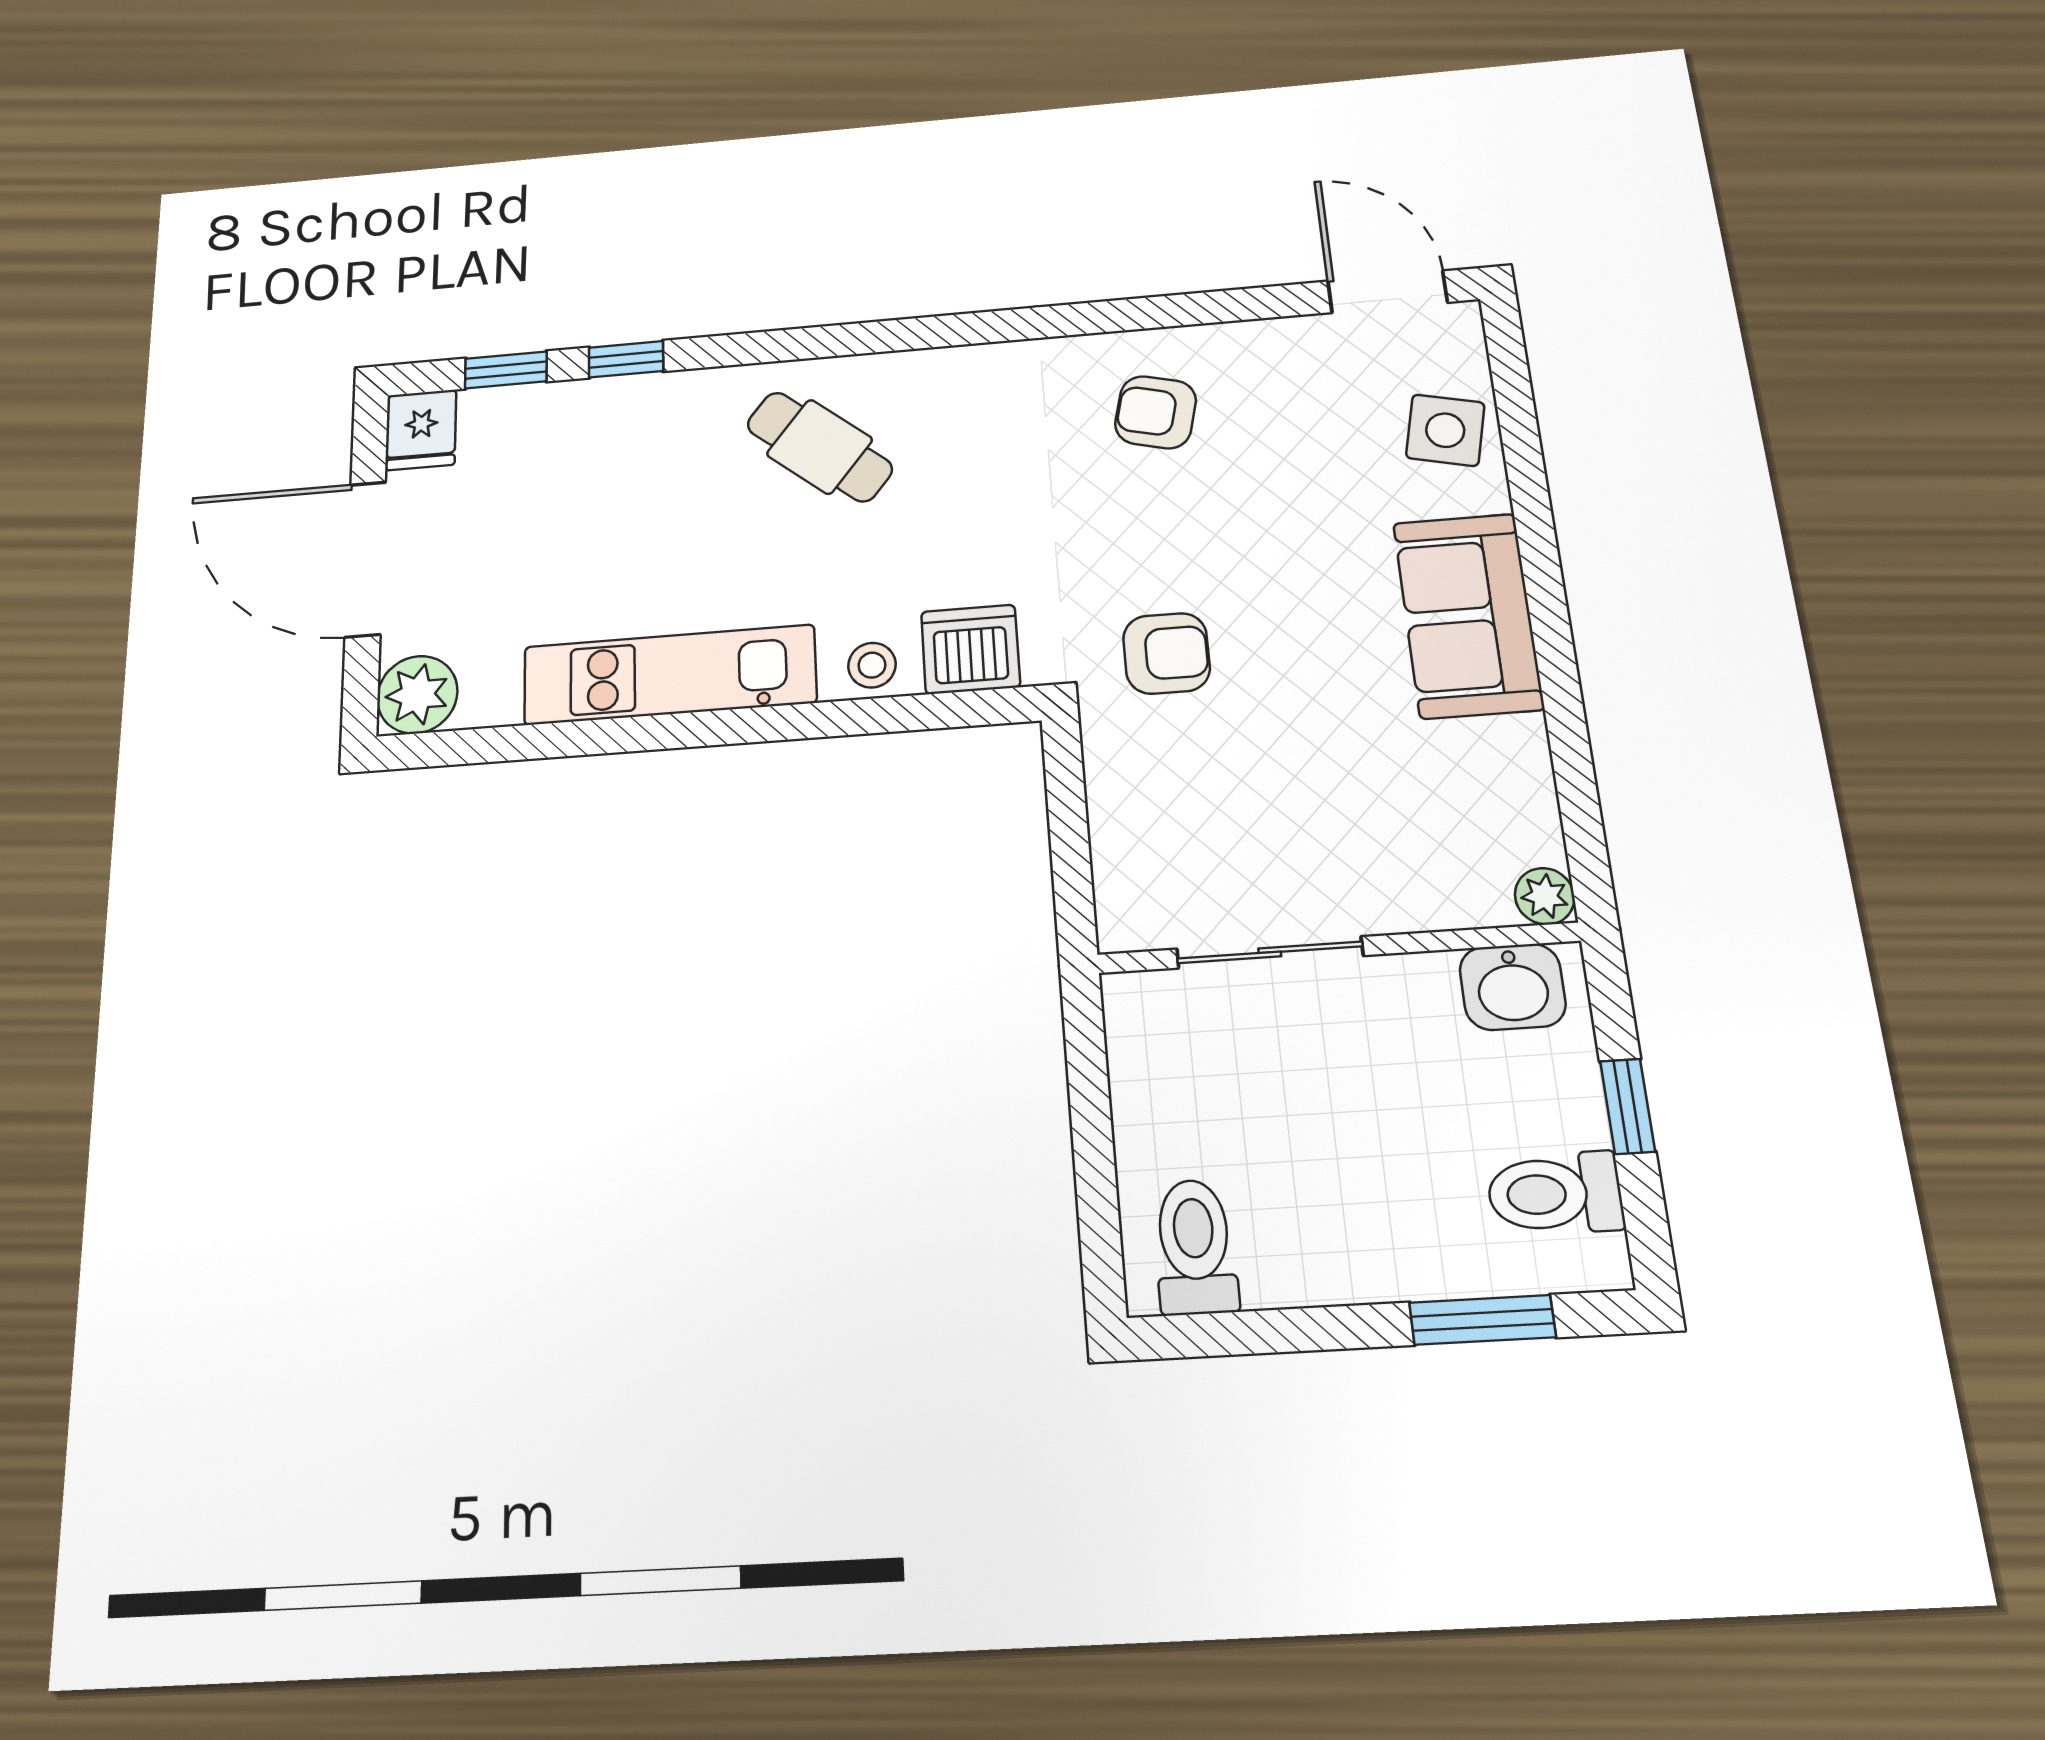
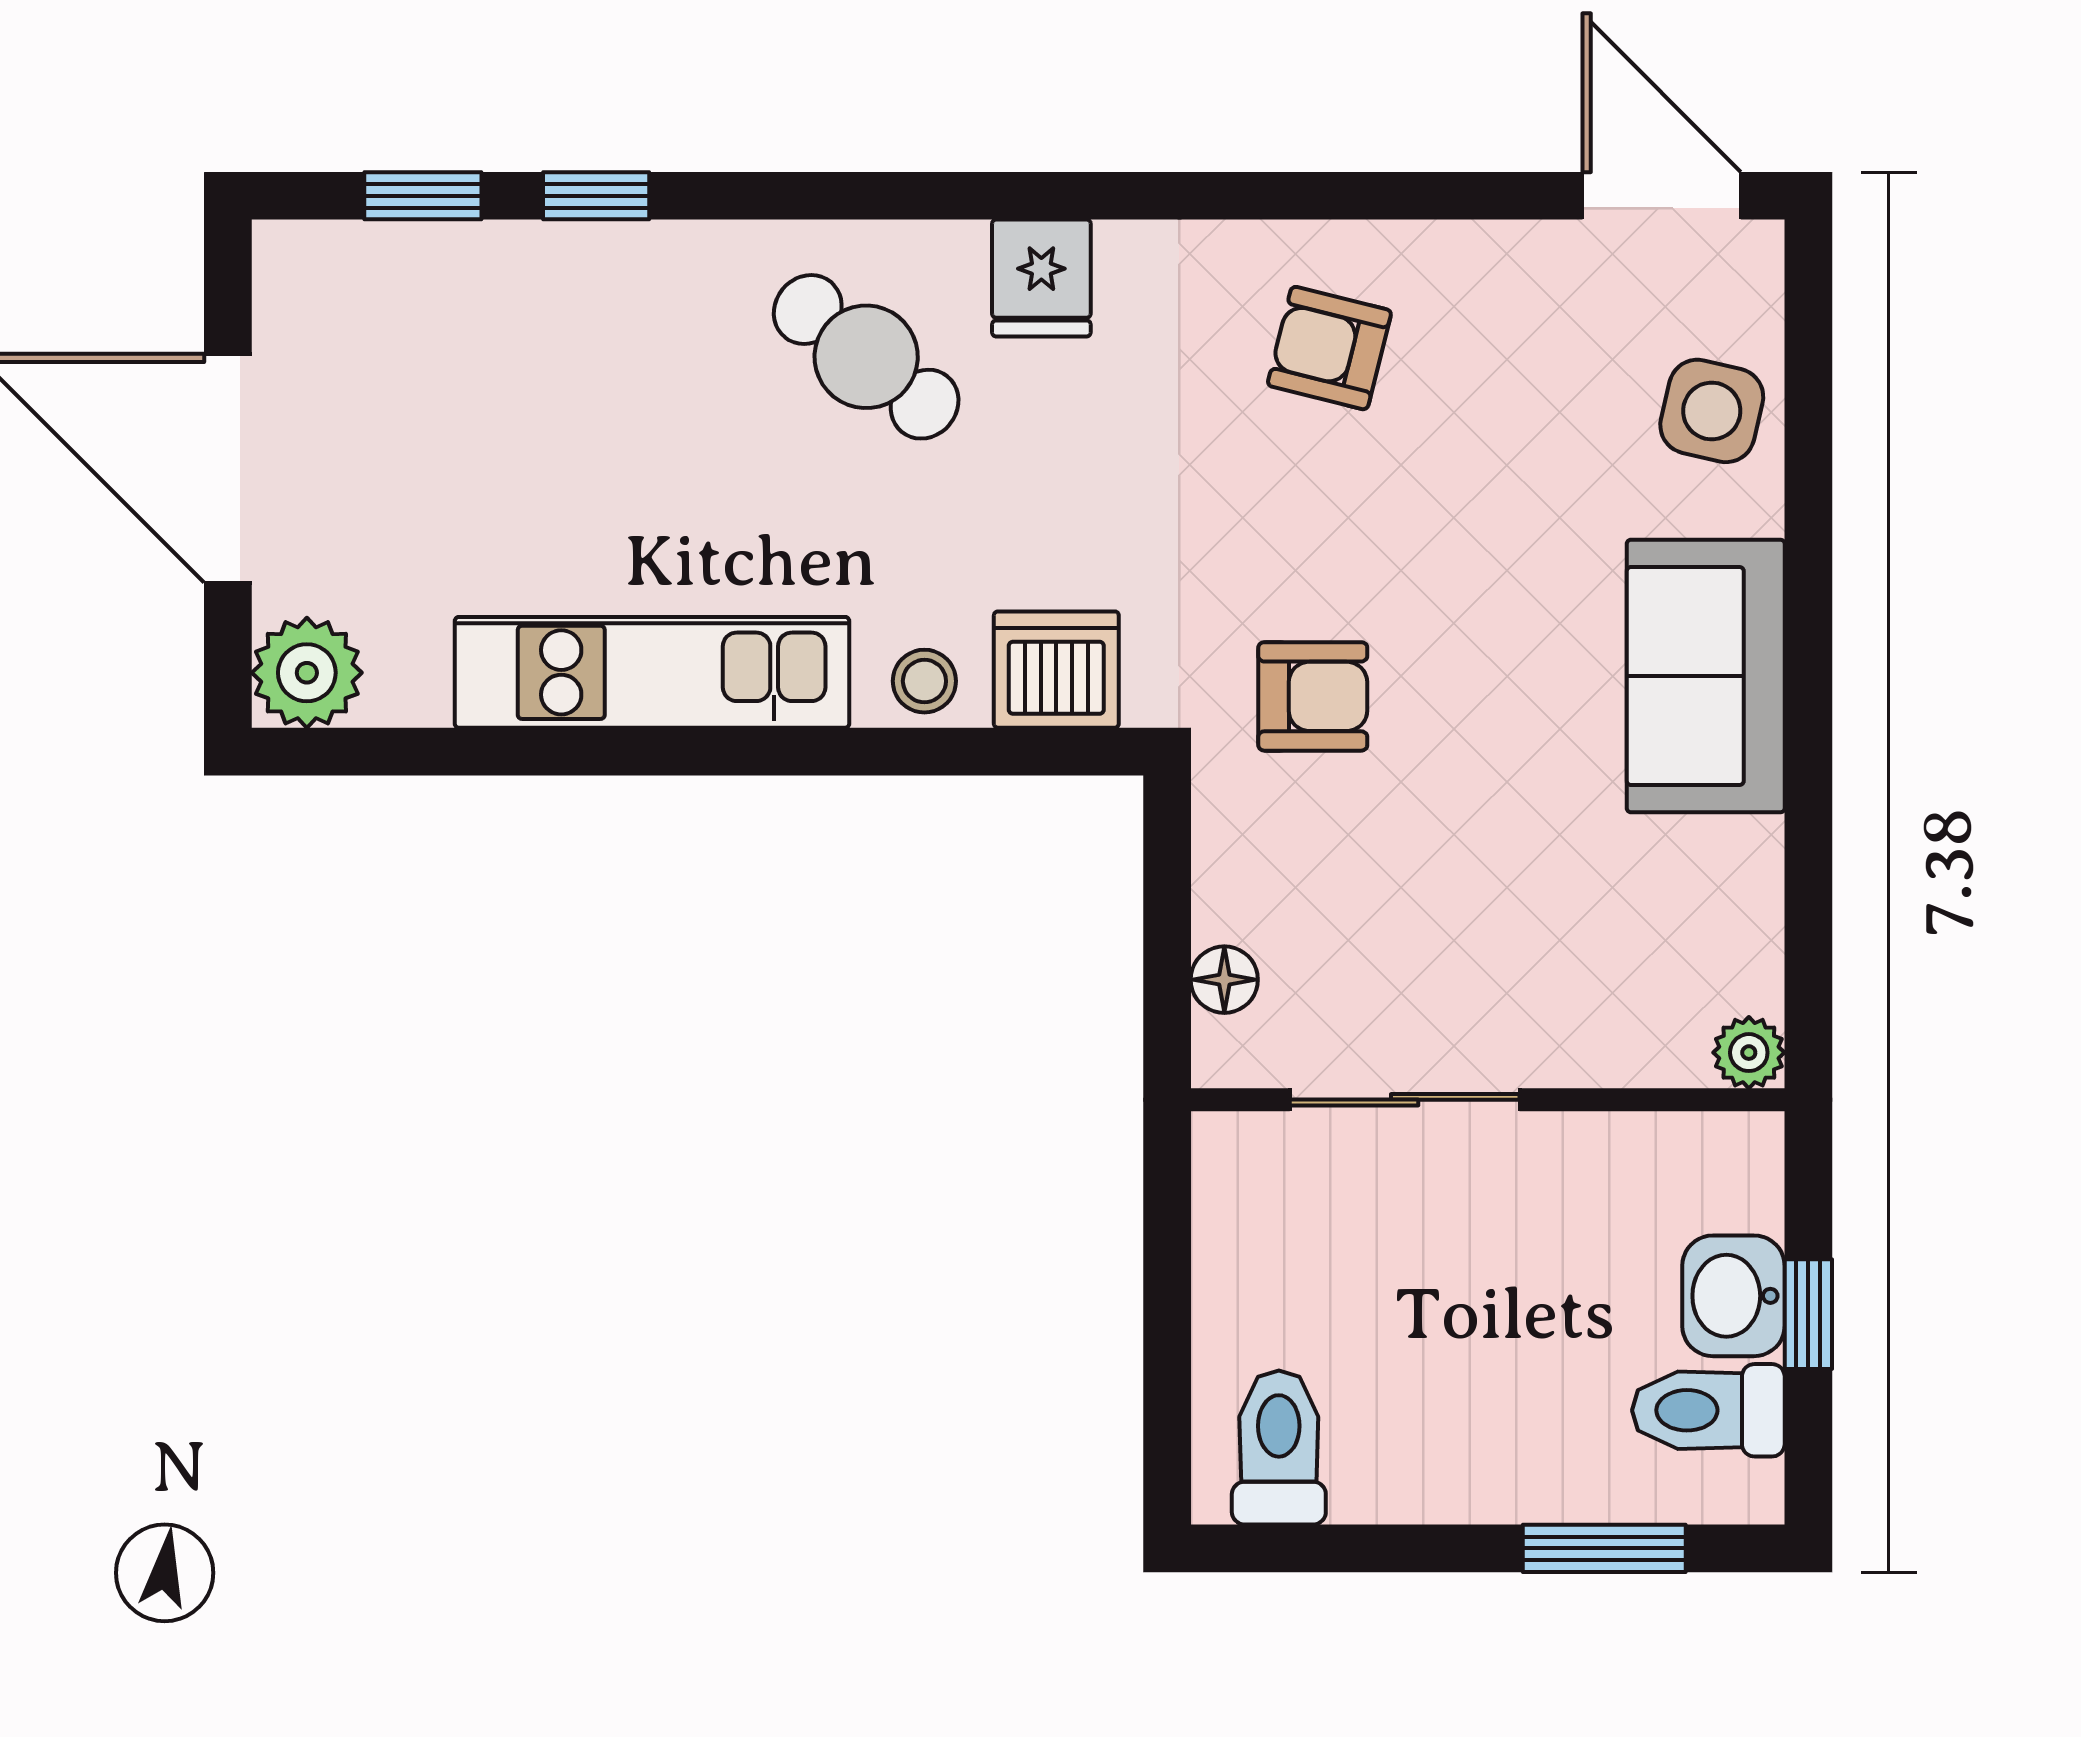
fridge: (421, 430) -> (1041, 278), moved
floor lamp: (1117, 869) -> (1224, 980), added
washbasin: (1513, 987) -> (1733, 1296), moved, turned 90

